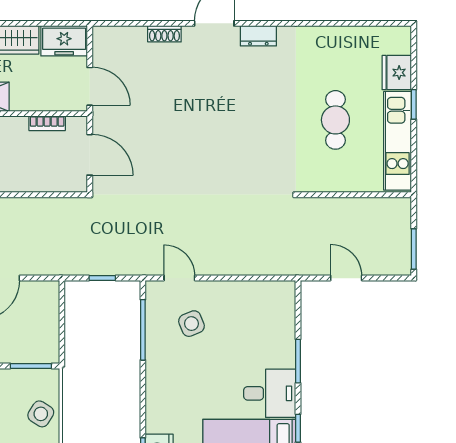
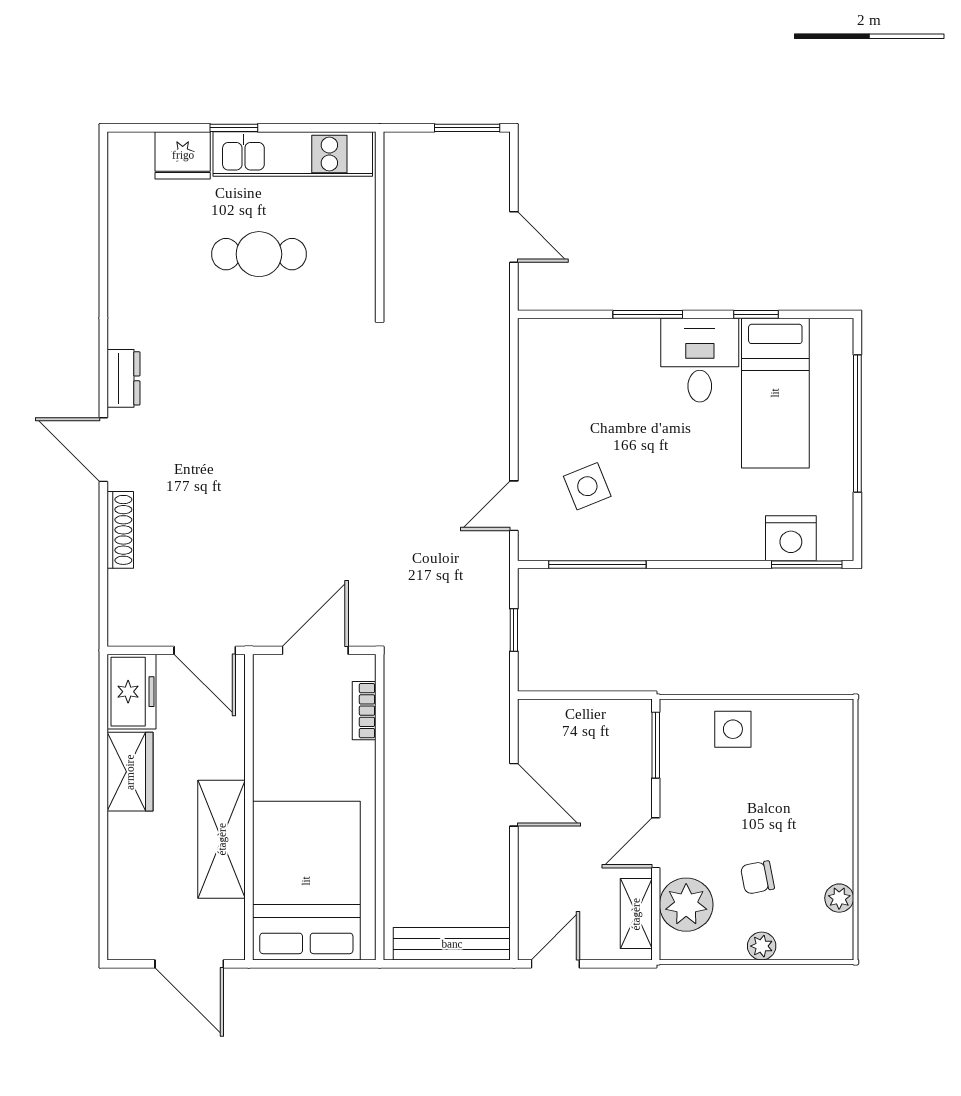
shoe rack: (164, 34) -> (120, 530), width x1.43
door: (90, 86) -> (205, 650), swing flipped
bookcase: (47, 123) -> (364, 711), moved, turned 180
door: (346, 278) -> (514, 237), swing flipped
side table: (41, 414) -> (733, 729), turned -32

